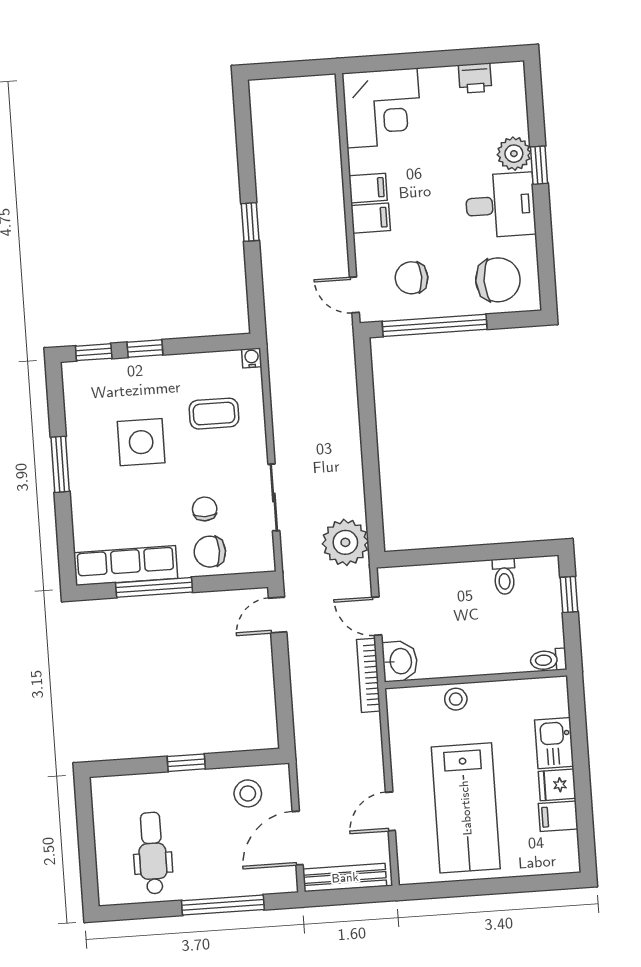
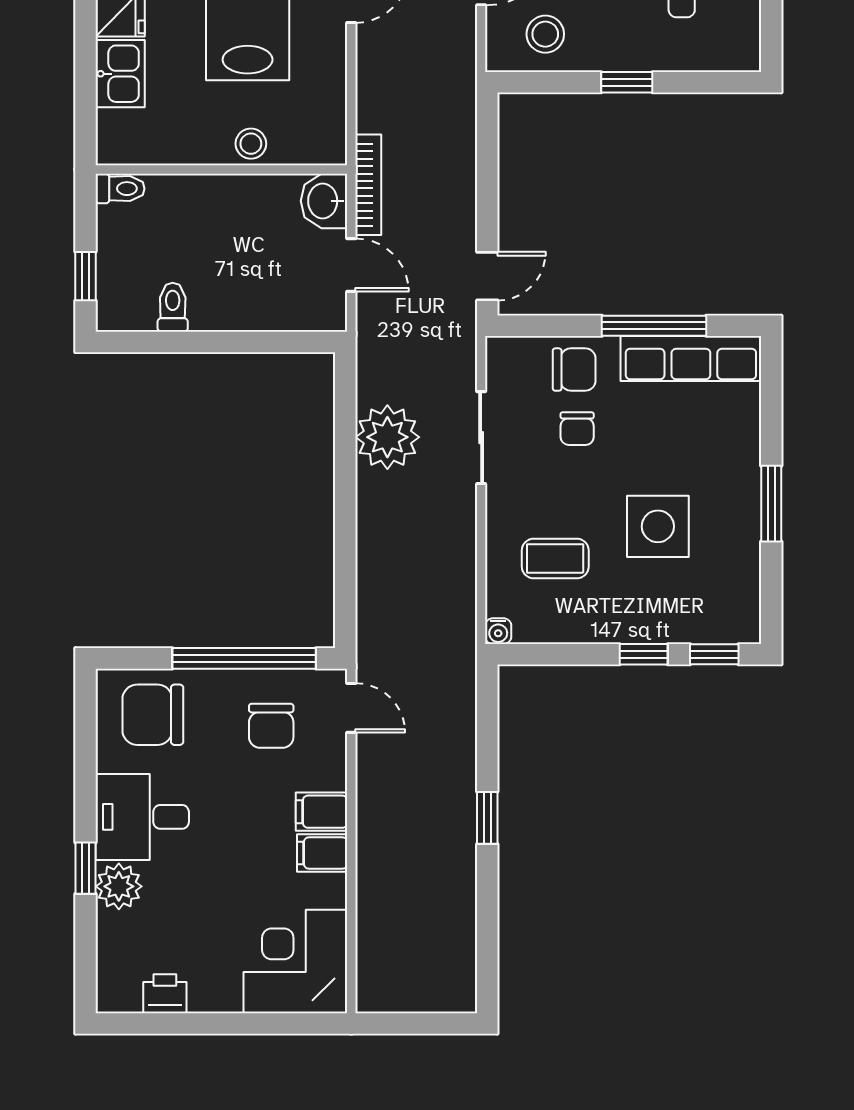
chair: (412, 278) -> (271, 726), turned 90
plant: (345, 542) -> (387, 437), moved

